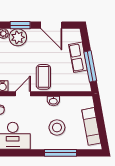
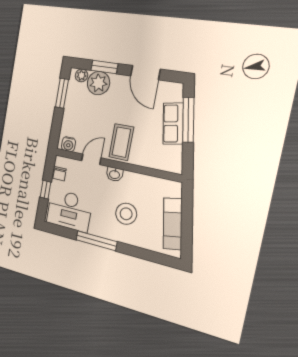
window: (90, 66) -> (188, 120), moved
washbasin: (53, 101) -> (114, 174), moved
window: (61, 153) -> (96, 241), moved

